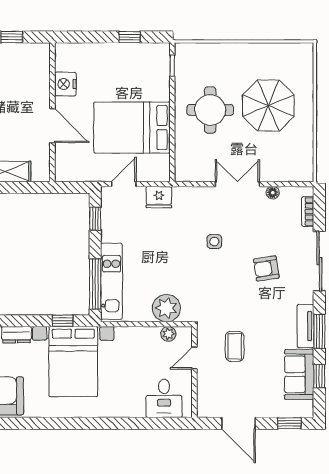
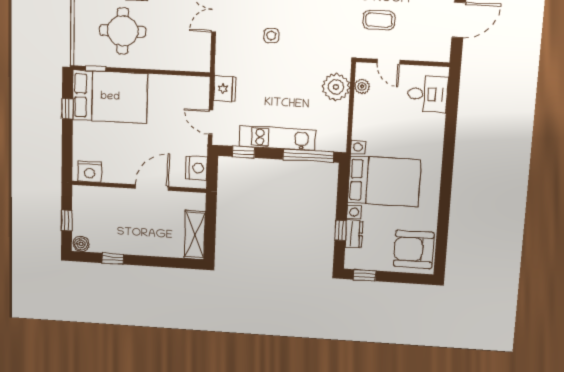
nightstand: (65, 84) -> (89, 172), moved
round table: (210, 110) -> (123, 31), moved
bed: (132, 128) -> (110, 97), moved, turned -90
nightstand: (76, 171) -> (196, 168), added
kitchen unit: (111, 281) -> (277, 138), moved
window: (63, 321) -> (341, 230), moved

